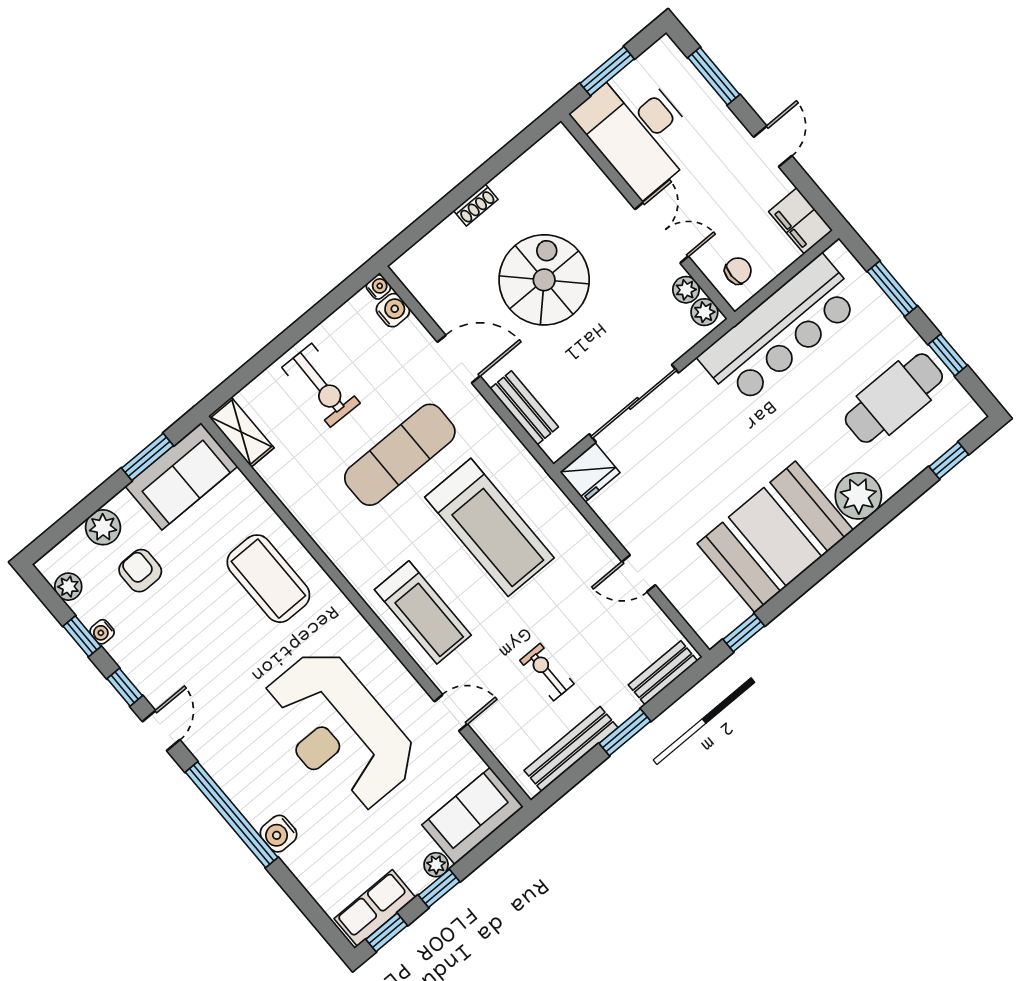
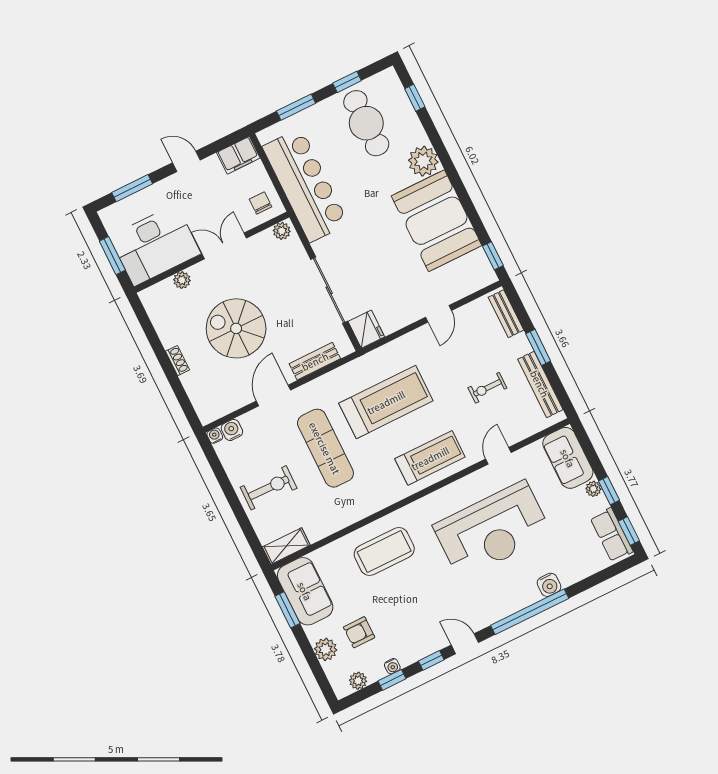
plant: (686, 290) -> (182, 280), moved

